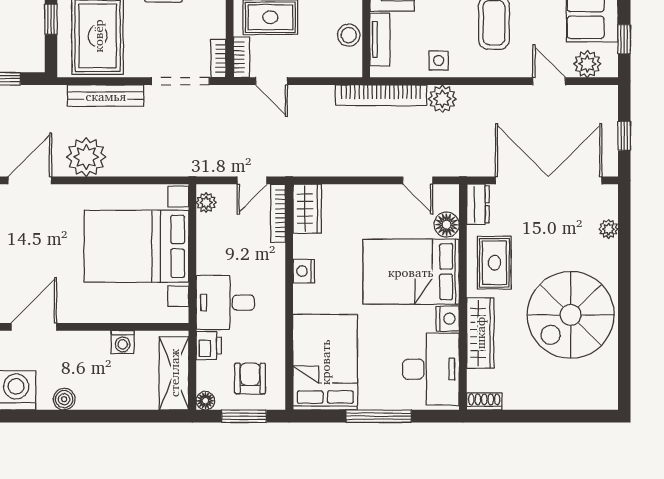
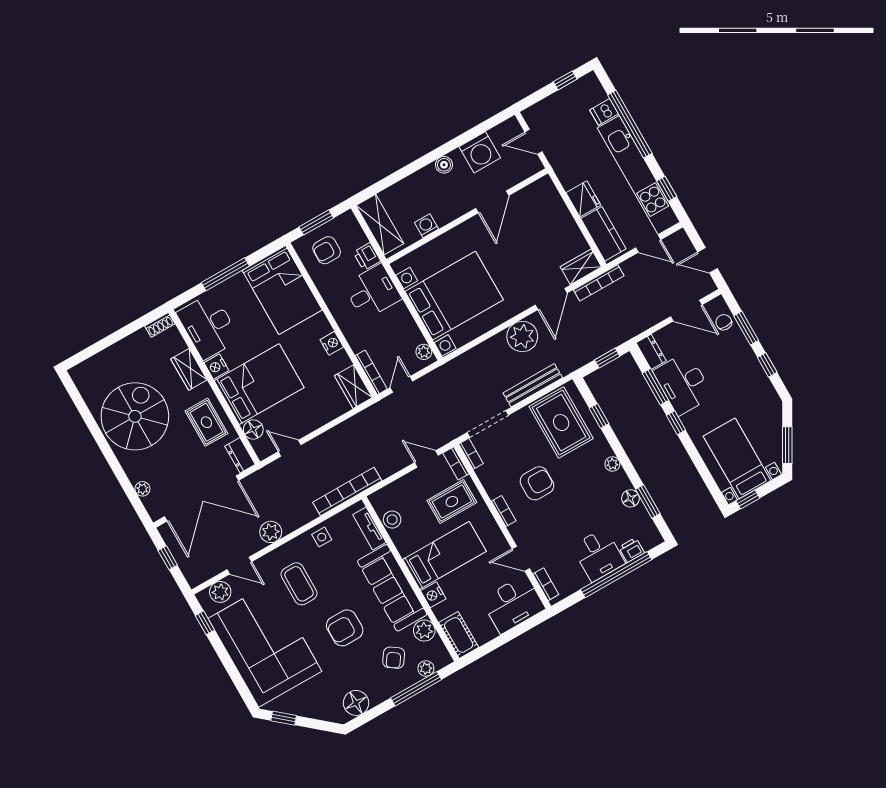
plant: (442, 99) -> (271, 532), moved
wardrobe: (480, 333) -> (189, 369), width x0.67
armchair: (250, 379) -> (327, 250), turned 90
floor lamp: (205, 401) -> (348, 218), removed

